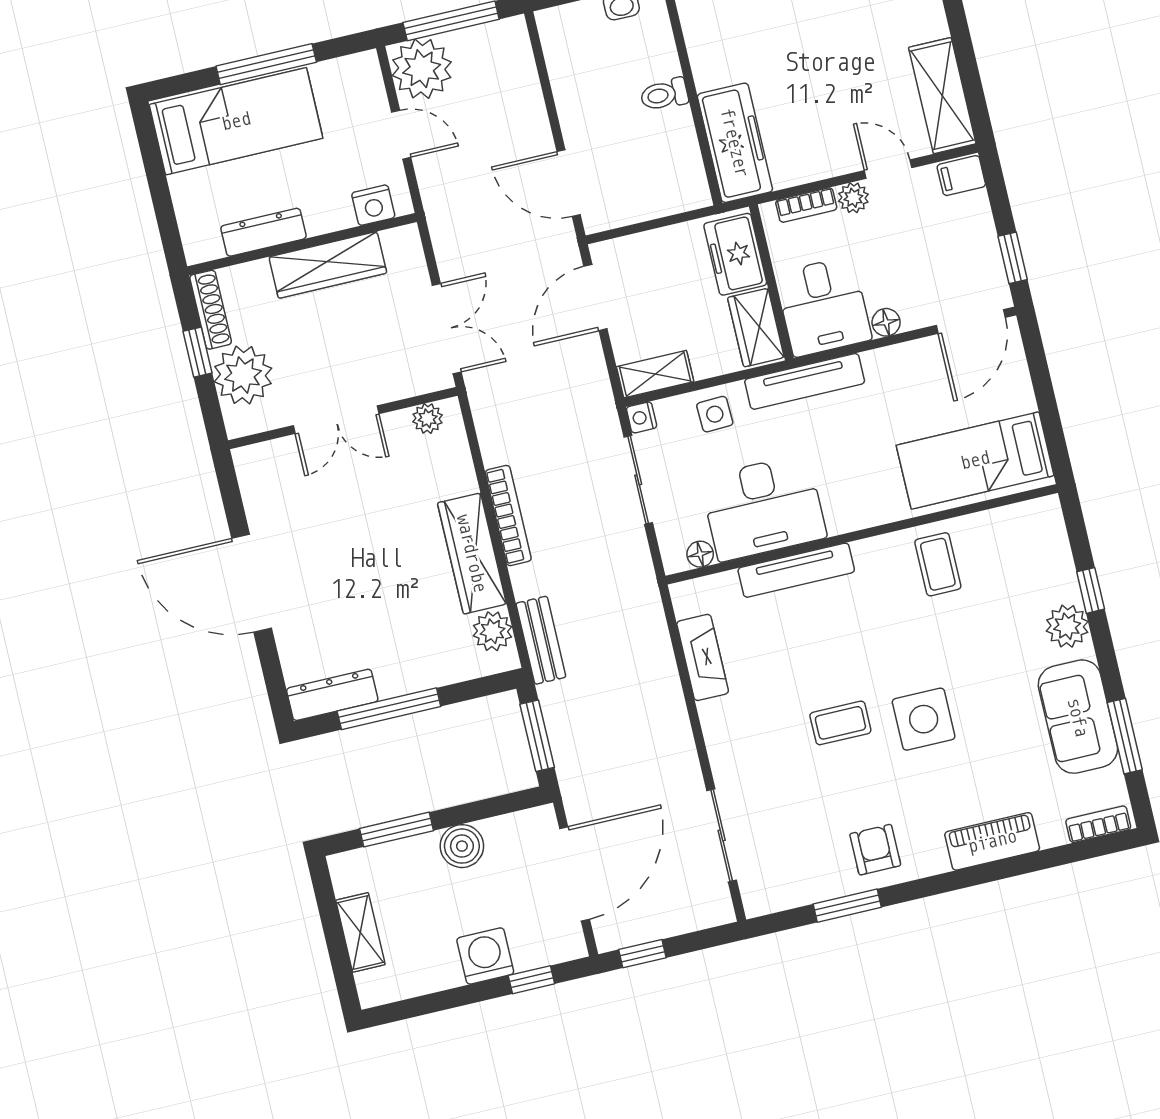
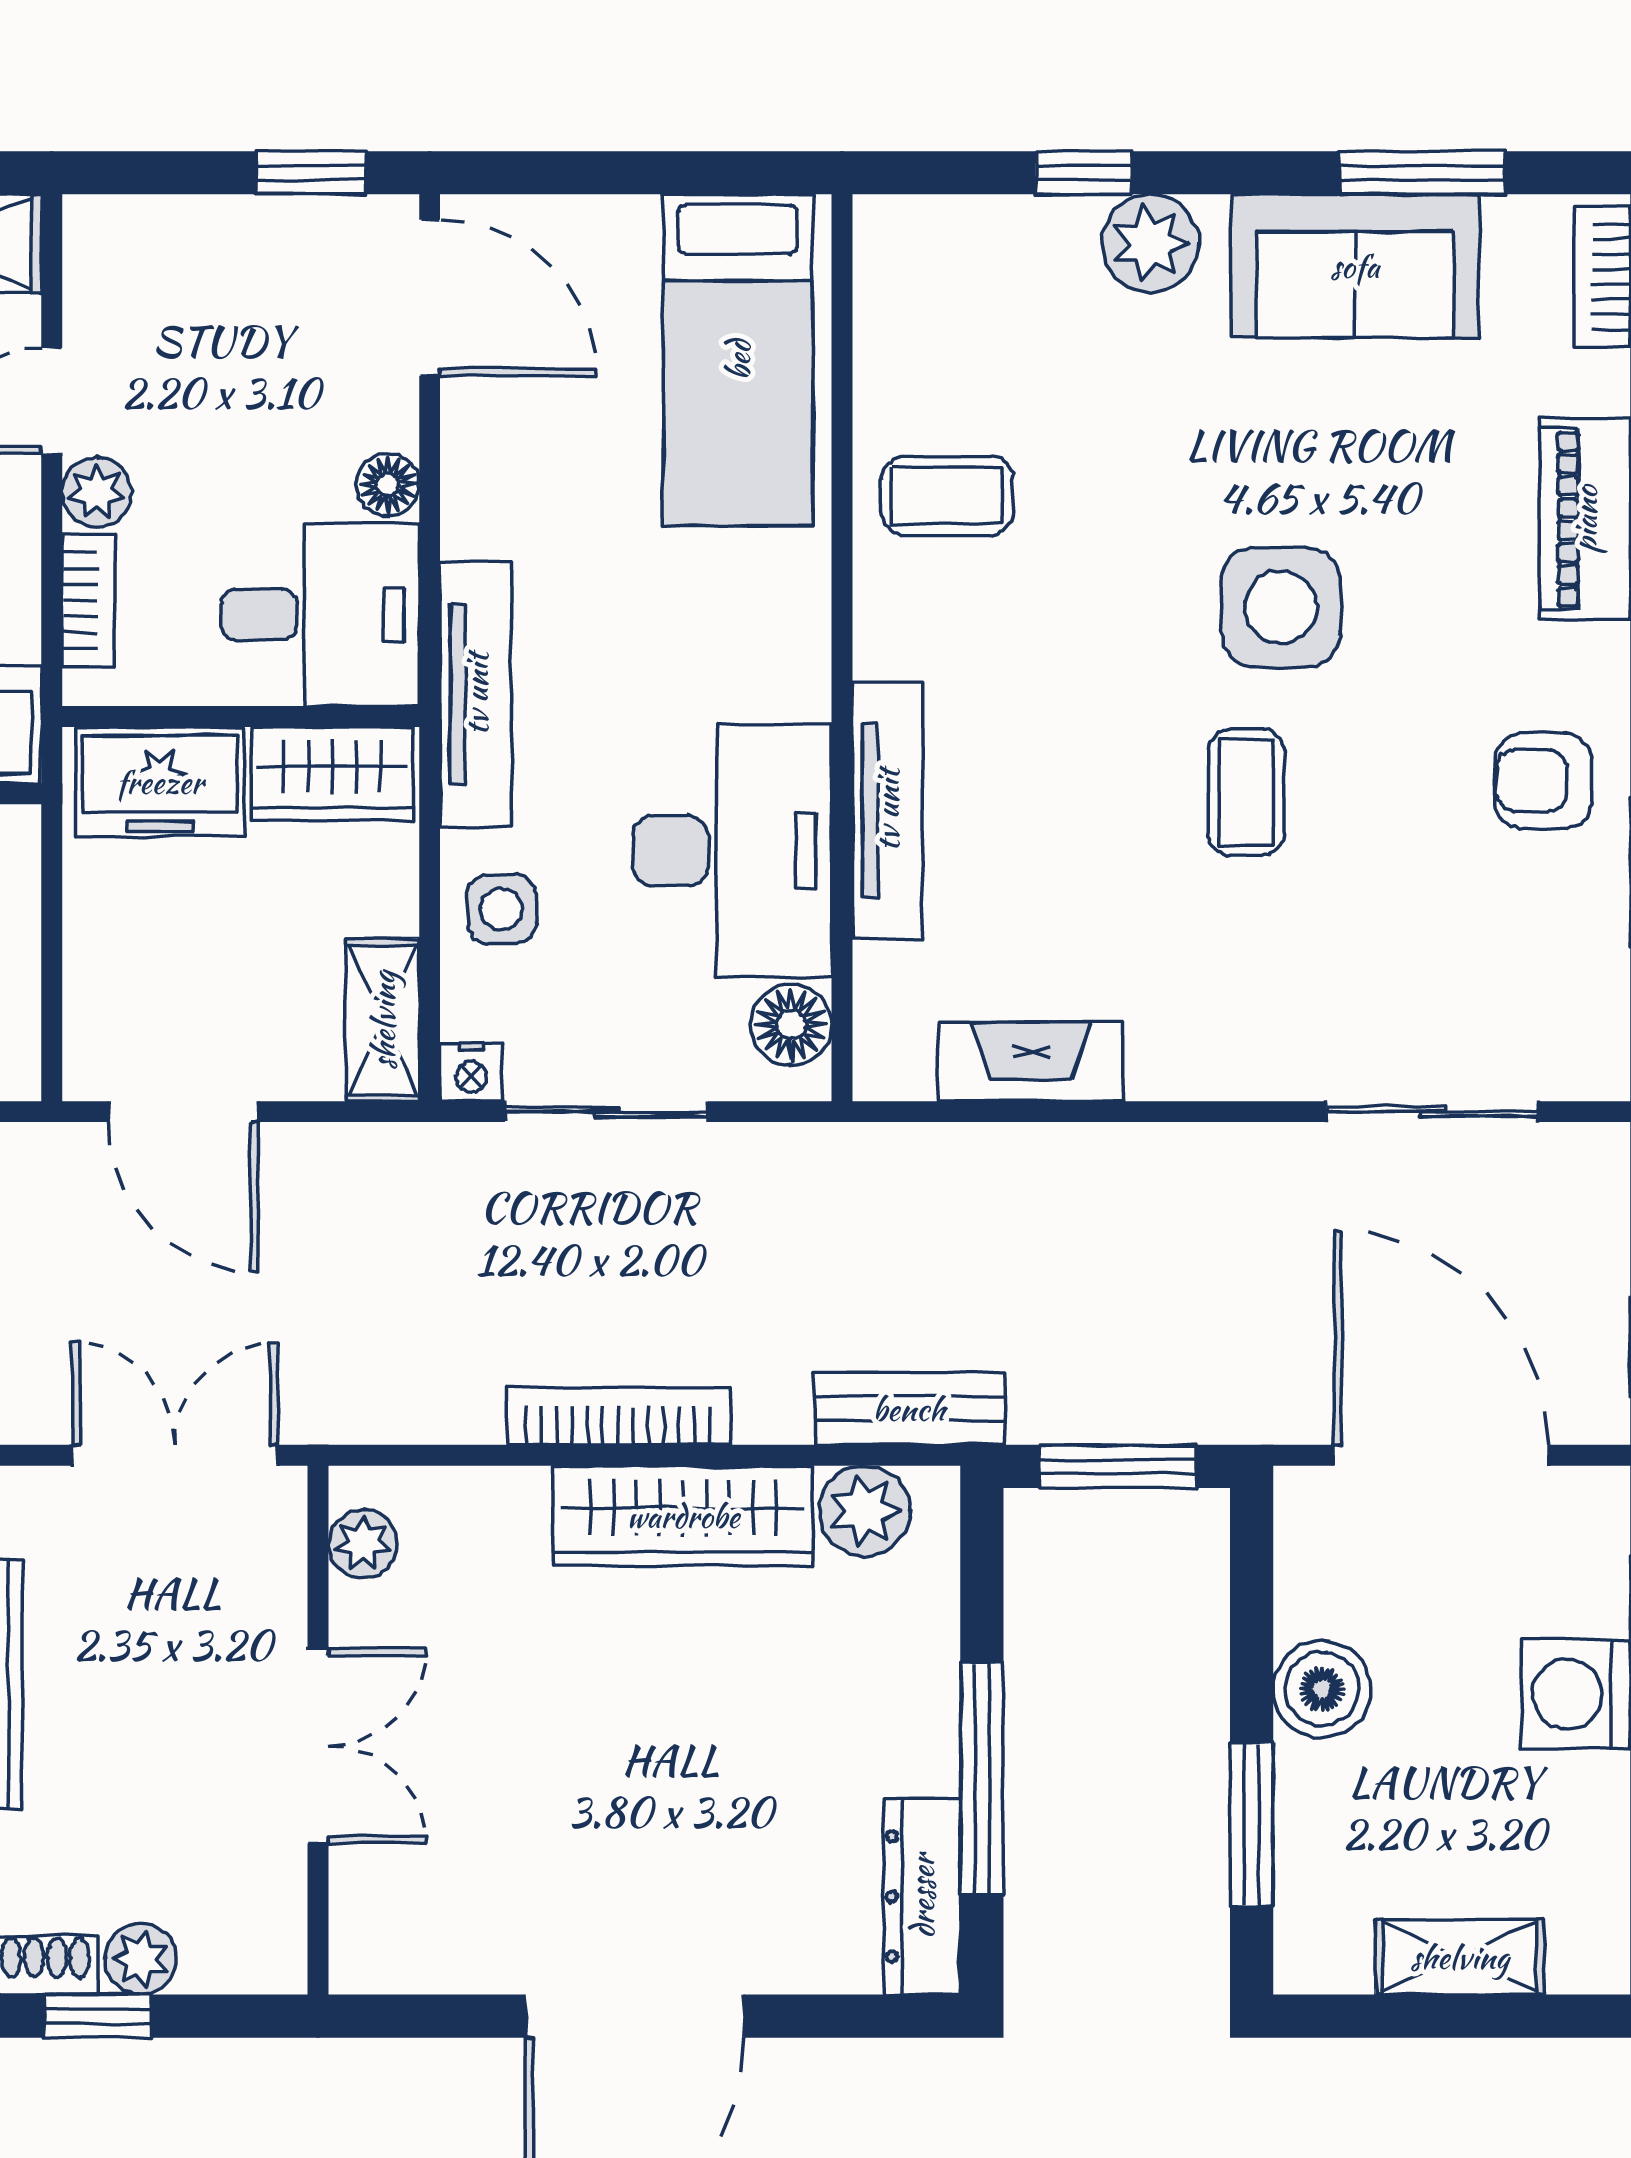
filing cabinet: (961, 176) -> (104, 243), removed
plant: (243, 375) -> (141, 1959), width x0.53, depth x0.53
floor lamp: (700, 554) -> (791, 1025), width x1.37, depth x1.37

